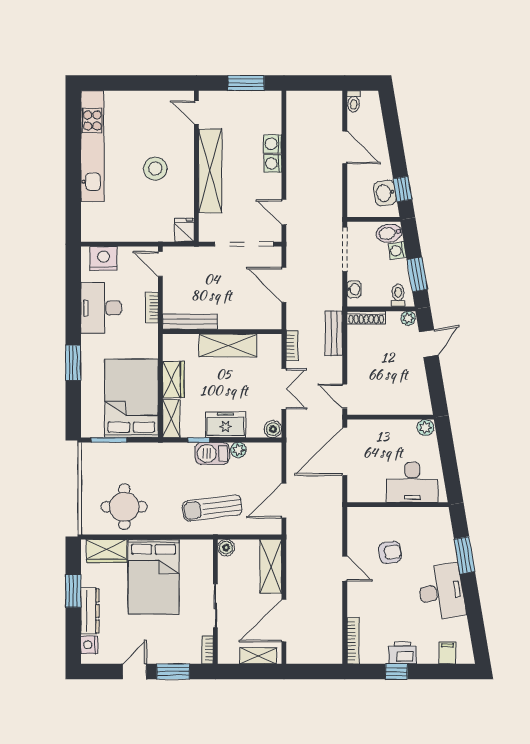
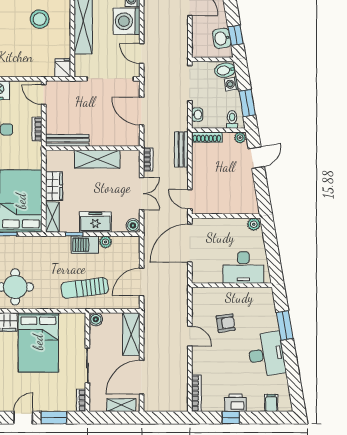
washing machine: (273, 163) -> (127, 21), width x1.89, depth x1.89

